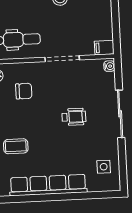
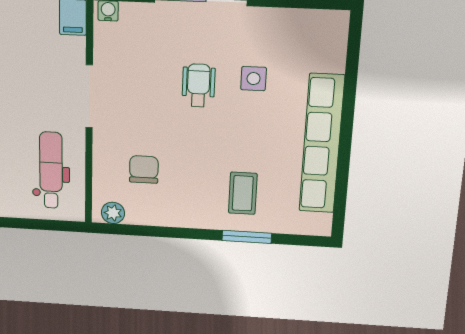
side table: (104, 167) -> (254, 79), moved

